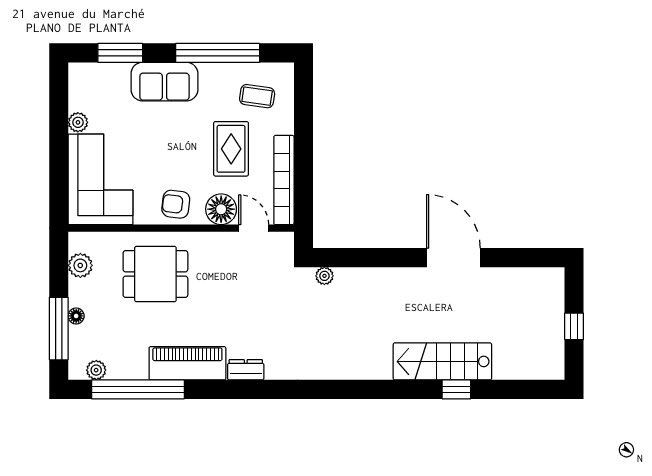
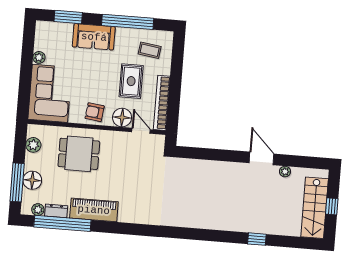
door: (453, 258) -> (261, 158), width x0.73
plant: (324, 276) -> (285, 172), moved
floor lamp: (76, 316) -> (32, 180), width x1.89, depth x1.89
stairs: (442, 361) -> (315, 208), moved, turned -90
dresser: (246, 370) -> (56, 211), moved

